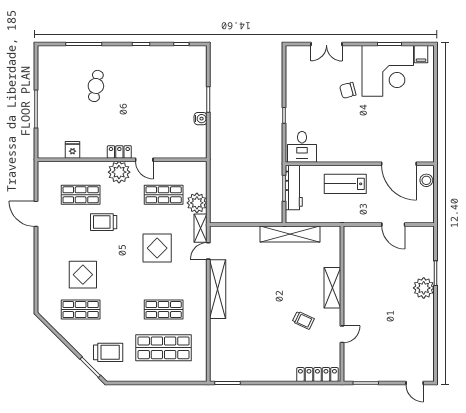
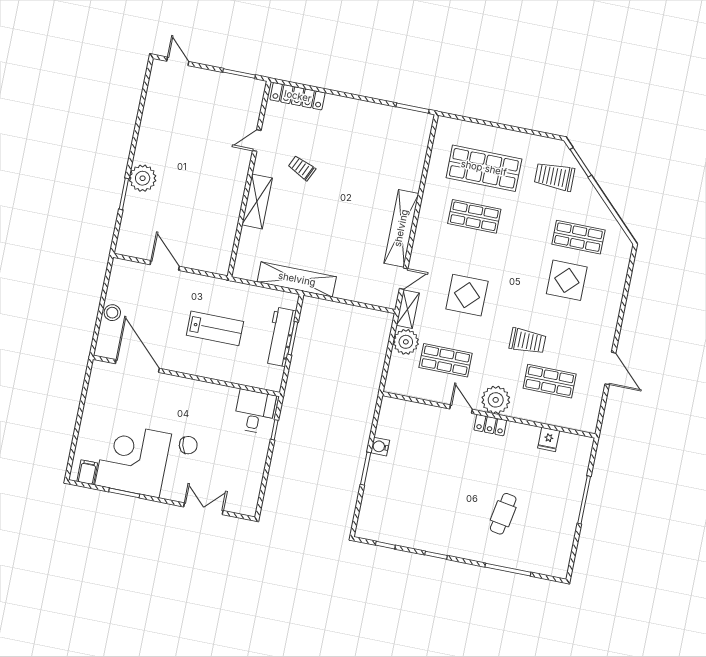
desk: (302, 147) -> (255, 412), moved
wall: (360, 164) -> (186, 376), moved
door: (399, 164) -> (137, 366), moved

